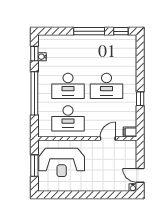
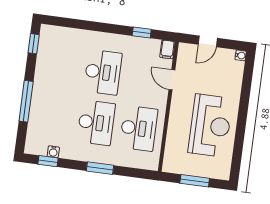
window: (89, 31) -> (26, 101), moved
window: (34, 93) -> (100, 168), width x0.47
window: (140, 99) -> (142, 32), moved
reception desk: (62, 162) -> (210, 126), moved
door: (140, 175) -> (208, 41), moved

